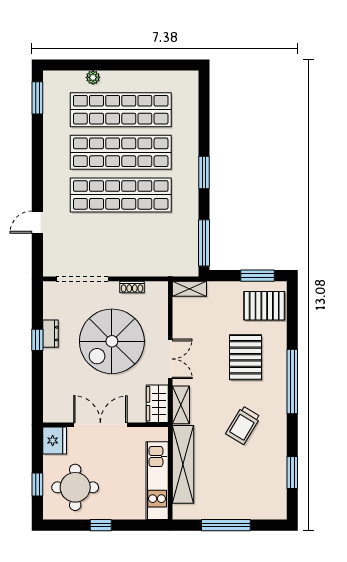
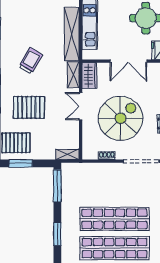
pallet: (245, 357) -> (29, 107), turned 90

